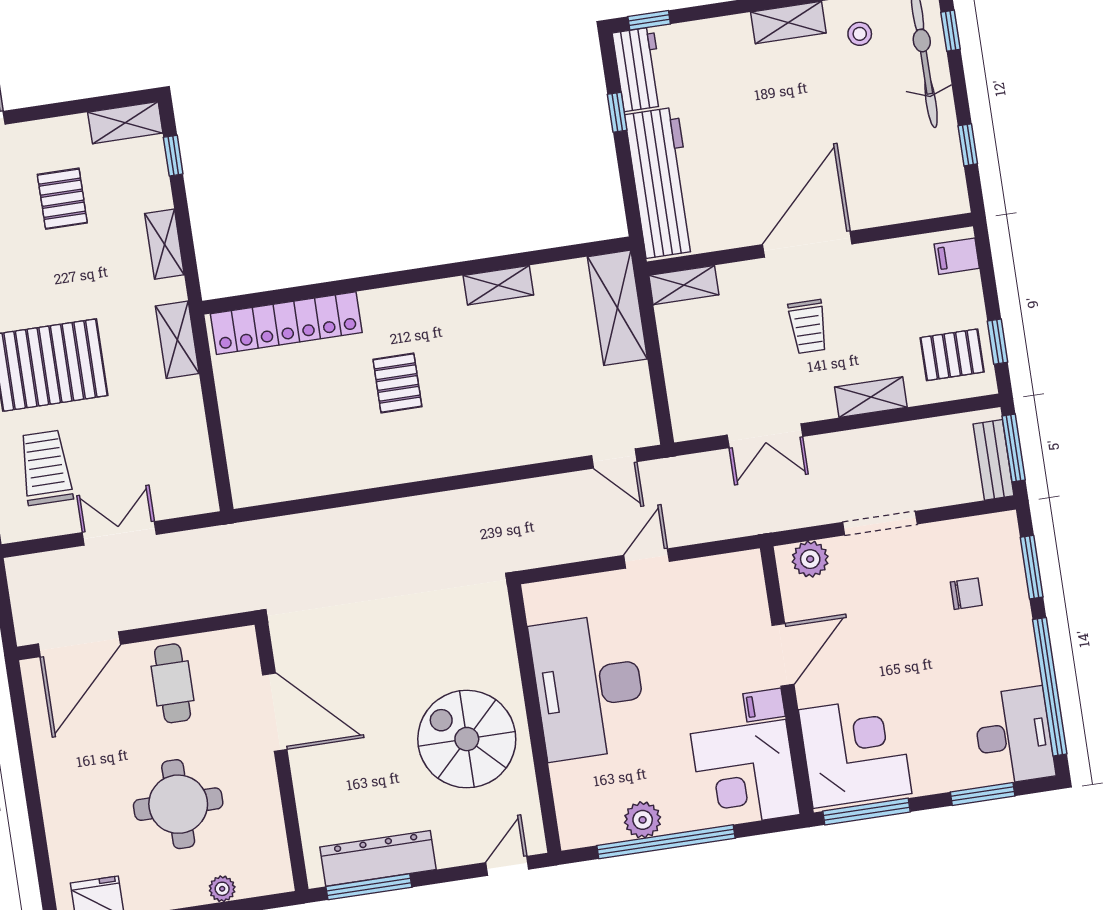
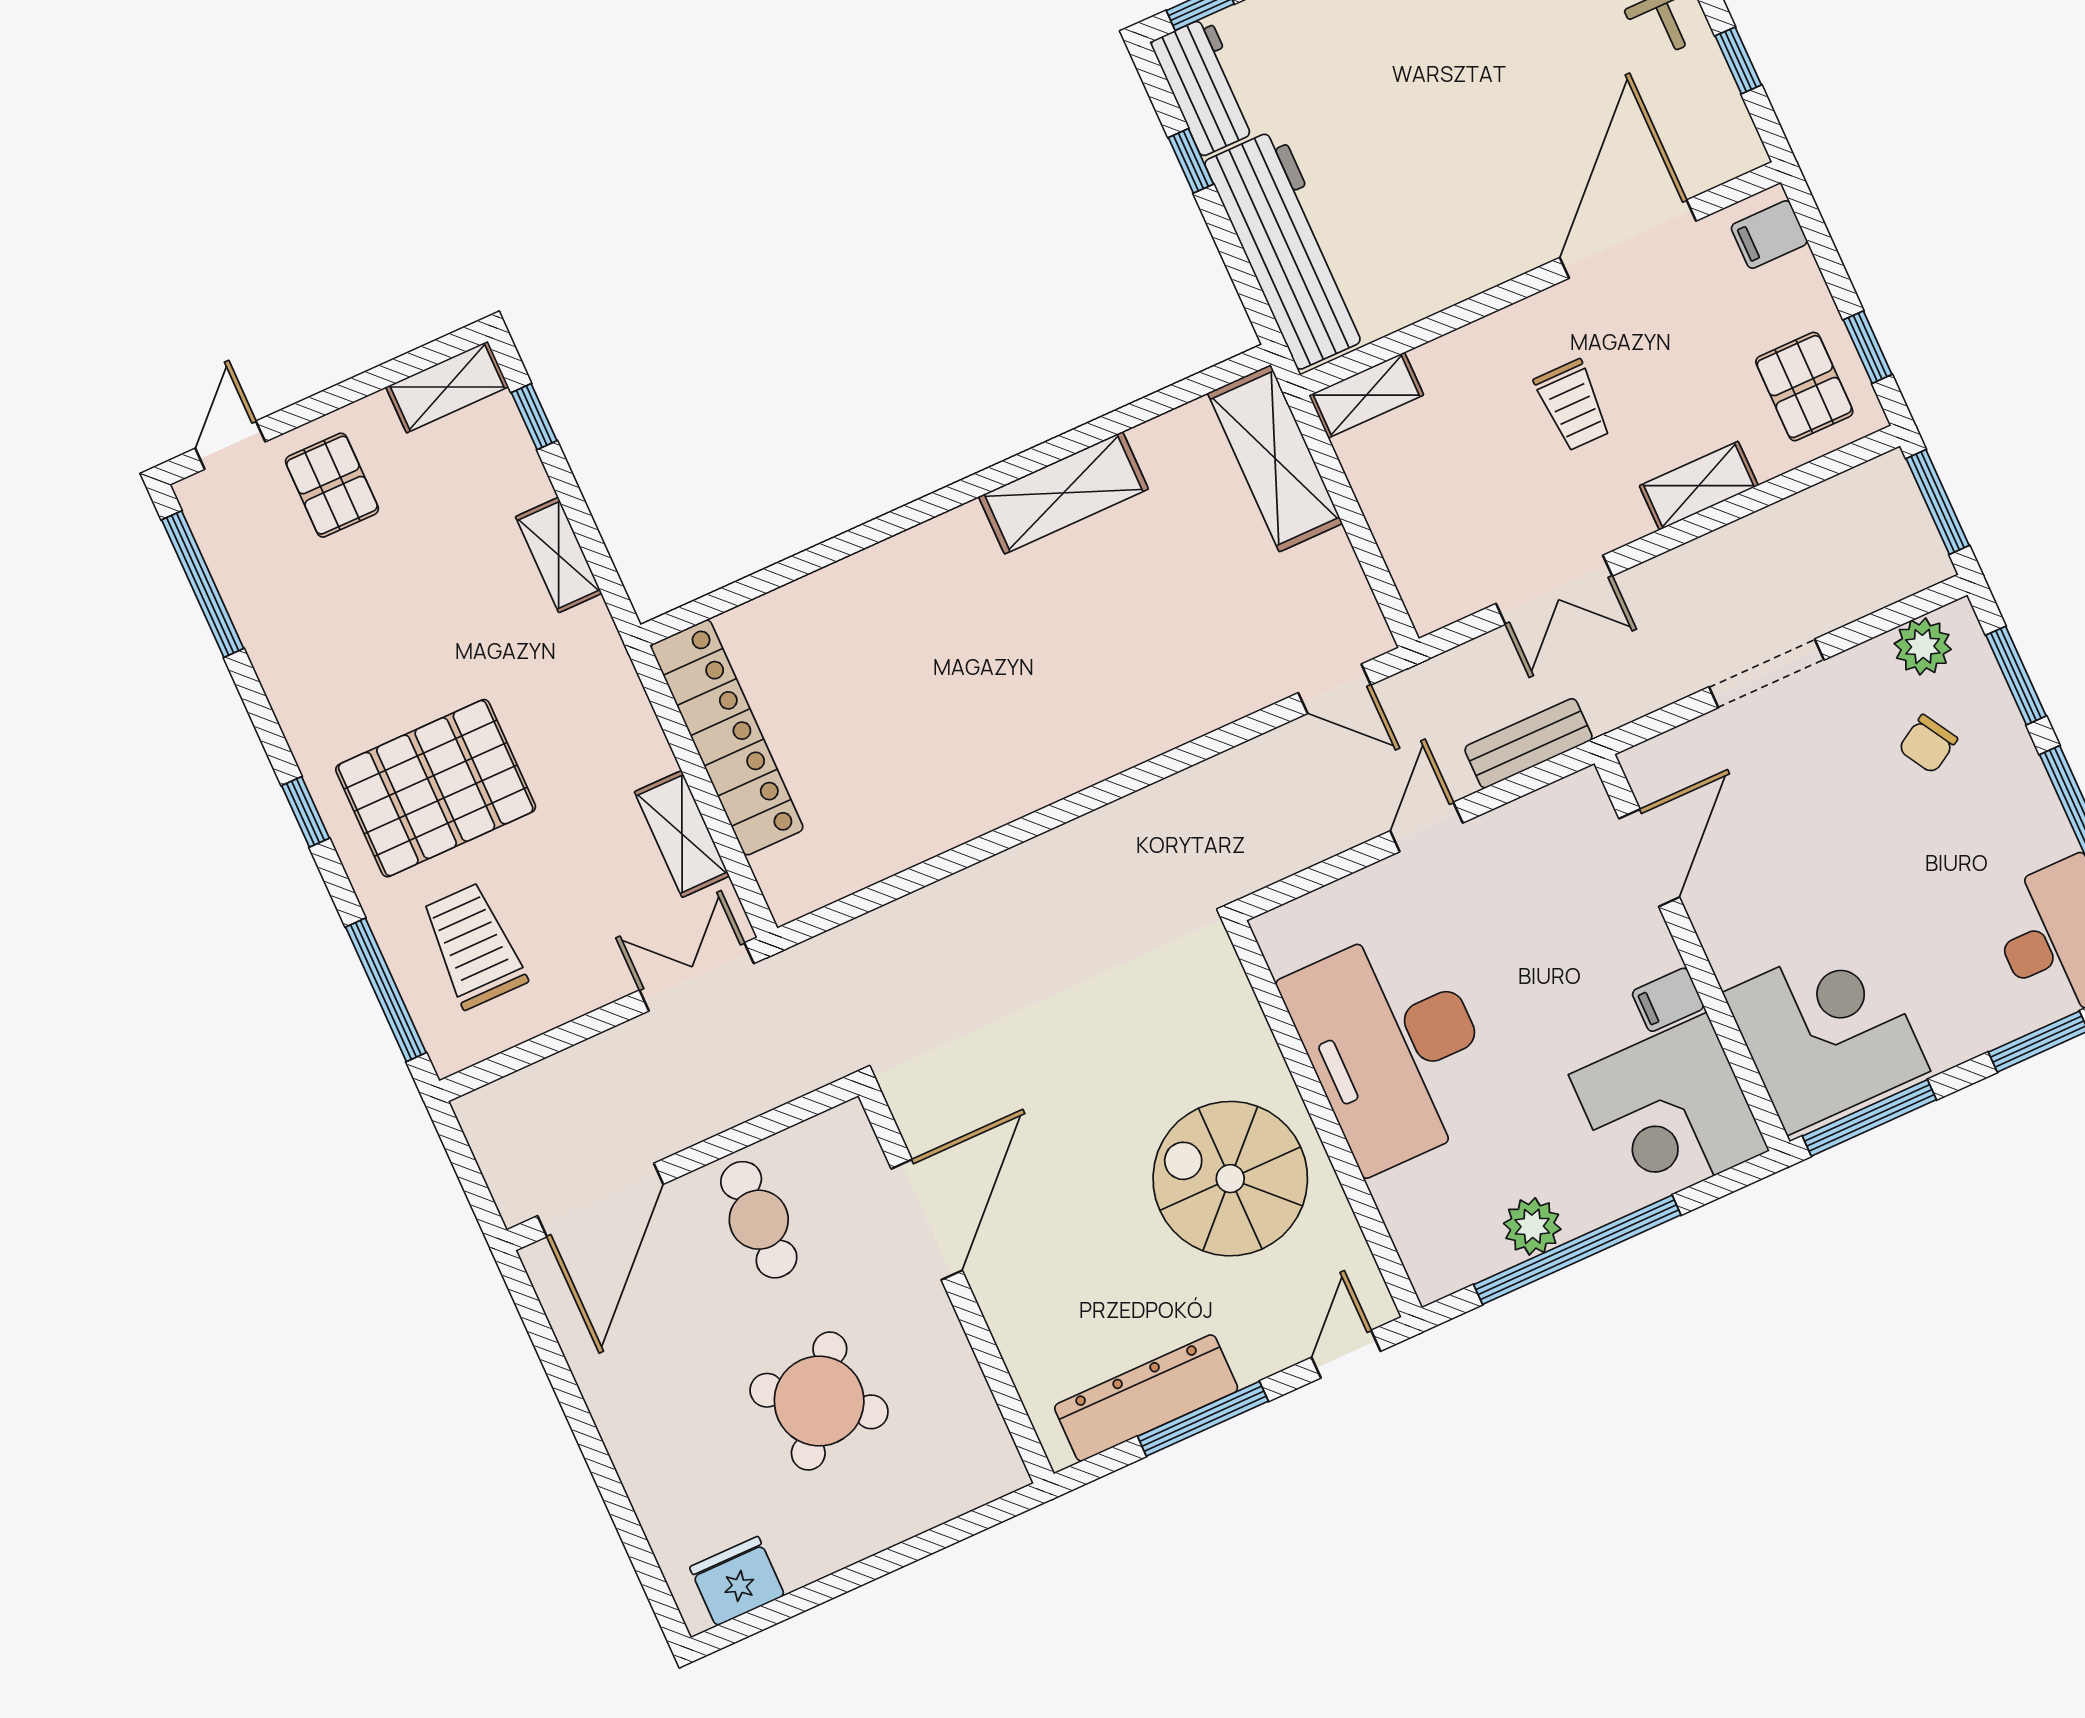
pallet: (62, 199) -> (332, 485), moved
door: (807, 244) -> (1628, 239), moved
shelving: (498, 285) -> (1063, 493), width x1.50, depth x1.33
locker: (286, 323) -> (727, 737), moved, turned -90
shelving: (177, 340) -> (682, 834), moved
pallet: (952, 355) -> (1804, 387), turned 90
pallet: (397, 383) -> (972, 667), removed
bench: (993, 460) -> (1528, 743), moved, turned 90
double door: (119, 533) -> (697, 977), moved
plant: (810, 559) -> (1923, 646), moved
chair: (966, 594) -> (1928, 744), turned 149
door: (783, 655) -> (1649, 858), moved
door: (275, 712) -> (927, 1220), hinge flipped
round table: (178, 804) -> (819, 1401), turned 36
window: (369, 887) -> (1203, 1419), moved
plant: (222, 889) -> (922, 1511), removed

